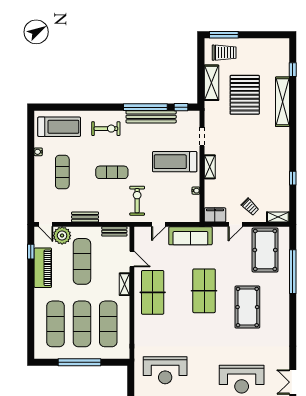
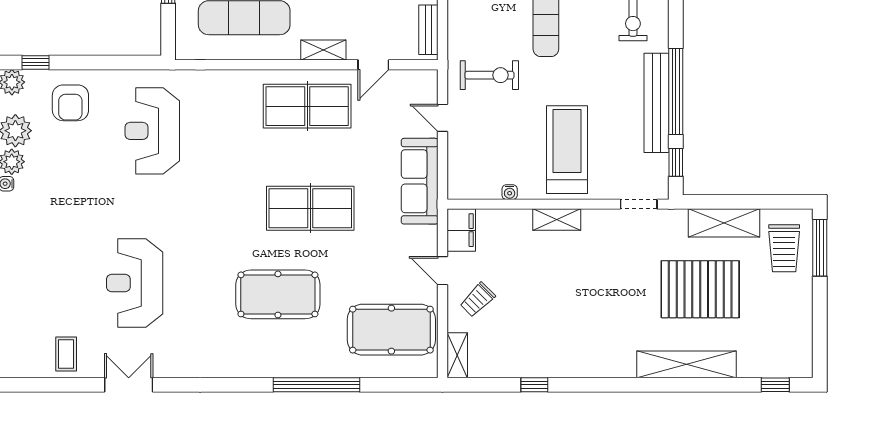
window: (293, 70) -> (775, 385), moved
doorway: (202, 137) -> (639, 204), moved
window: (293, 272) -> (316, 385), moved

